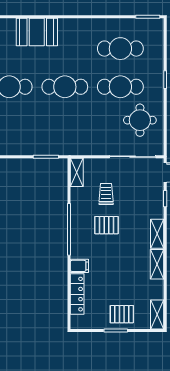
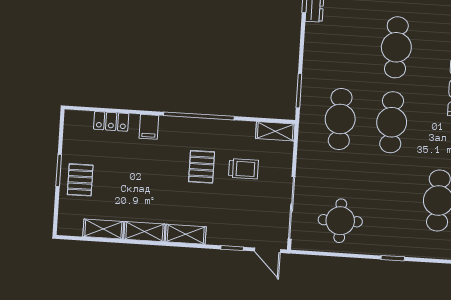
cafe table: (120, 87) -> (340, 119), moved
locker: (77, 294) -> (111, 121), width x0.66
shelving: (157, 314) -> (103, 229), moved

